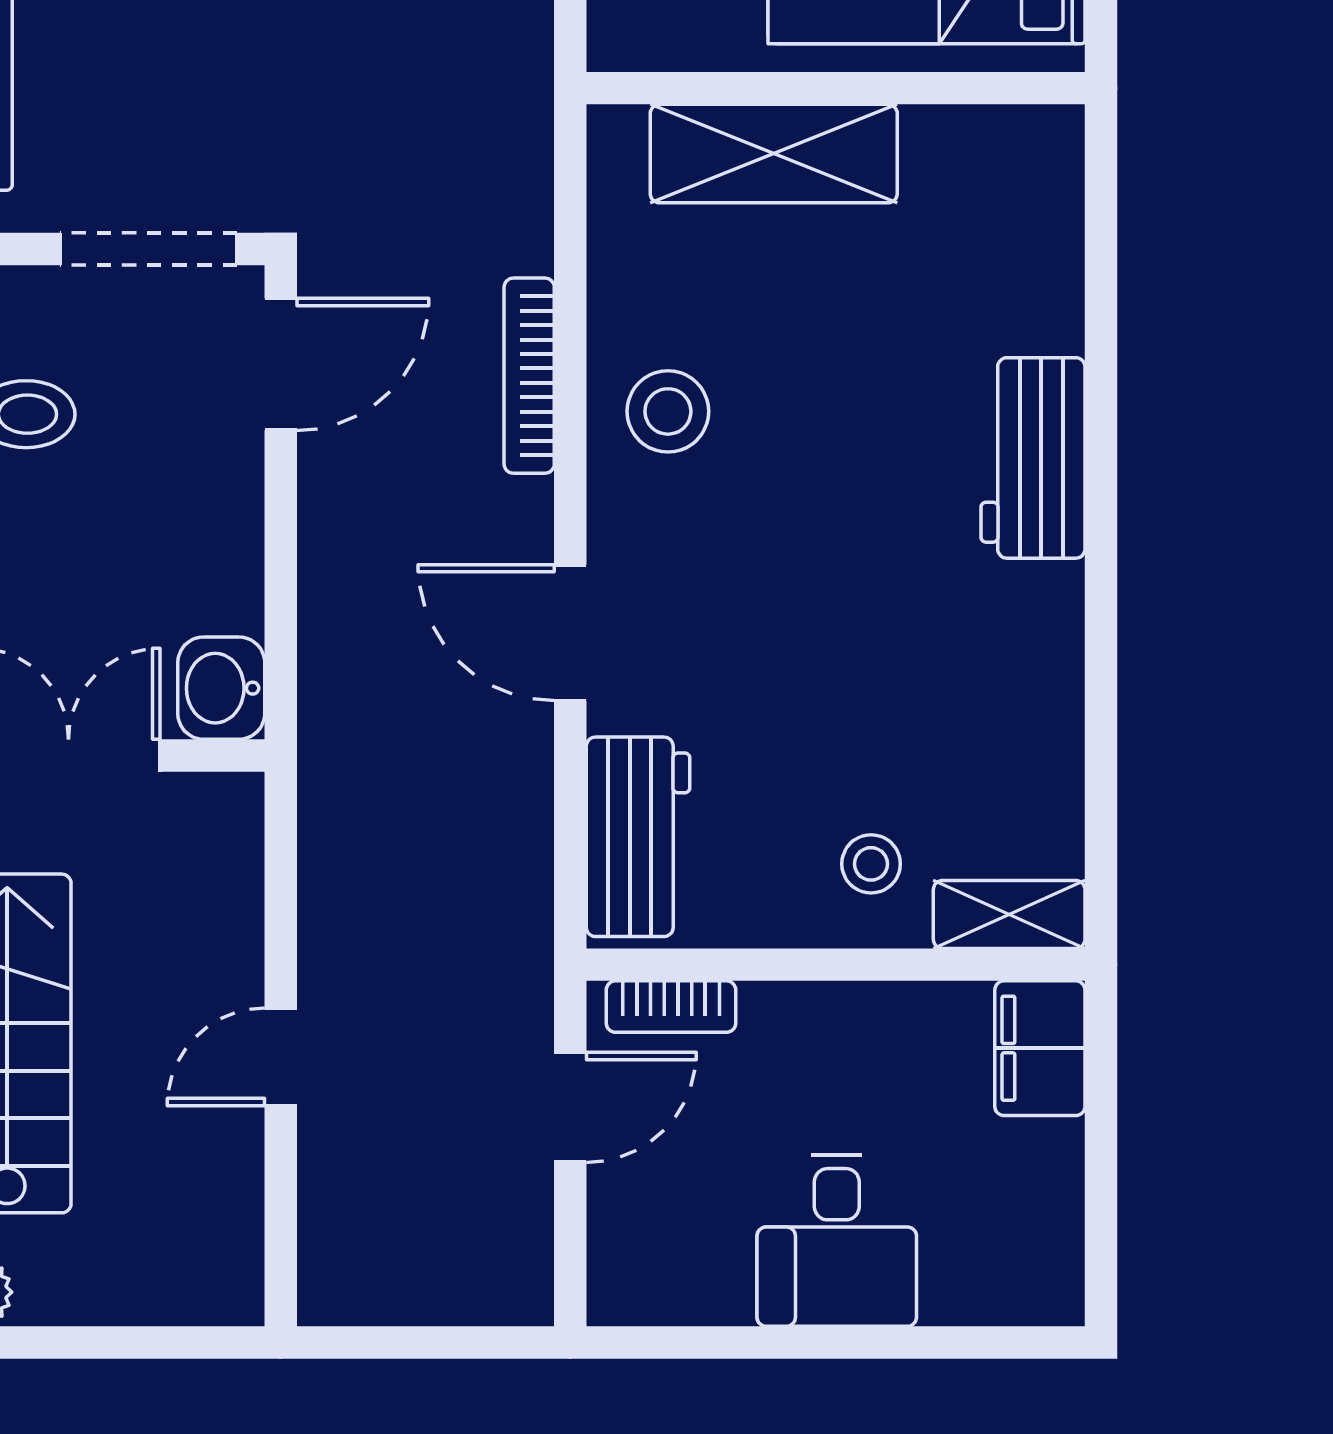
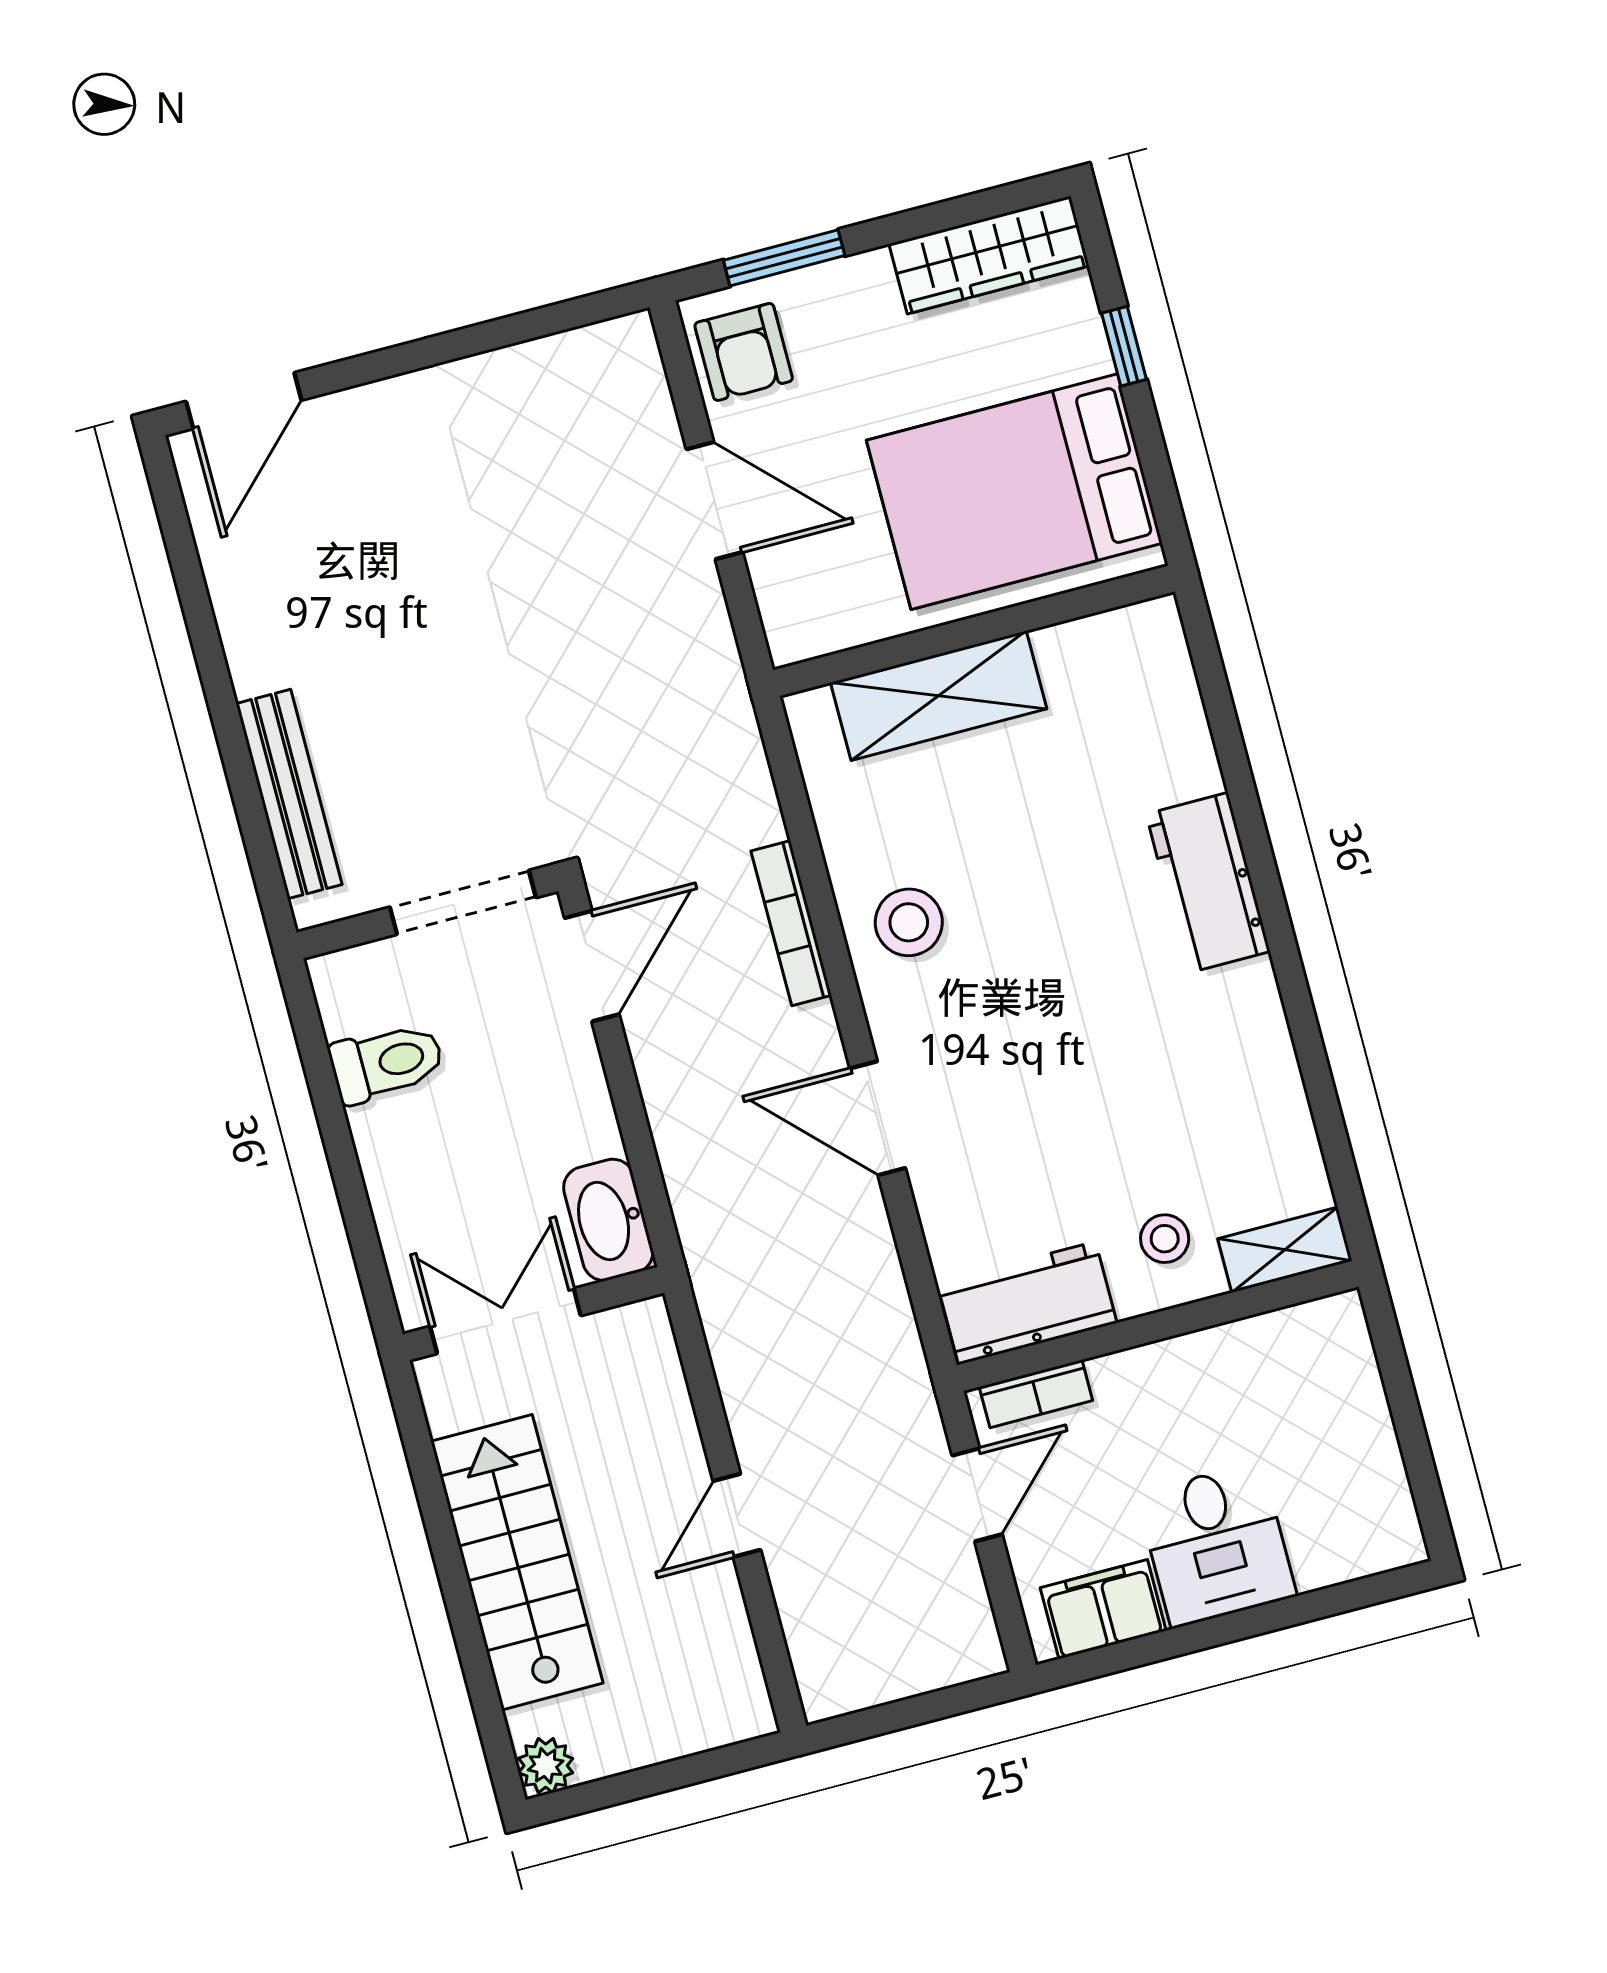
washbasin: (221, 688) -> (608, 1220), width x1.38
workbench: (638, 837) -> (1027, 1303), moved, turned -90
filing cabinet: (1040, 1048) -> (1103, 1609), moved, turned 90

